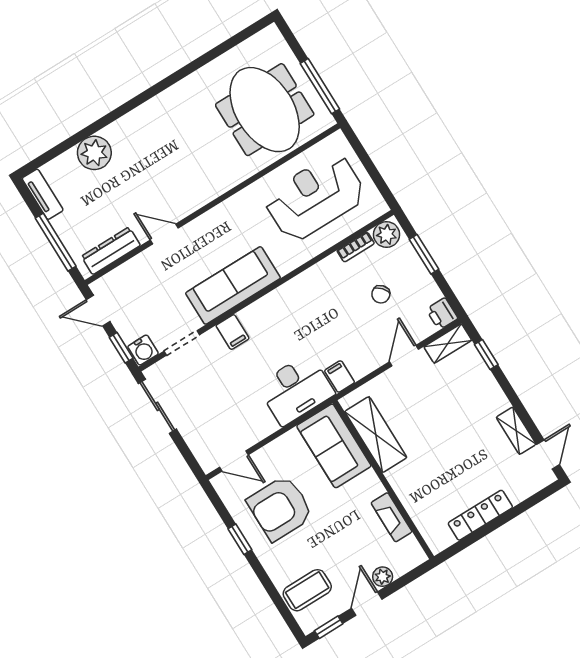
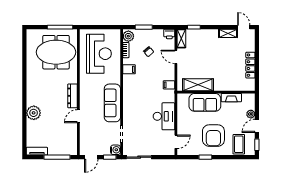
plant: (94, 153) -> (34, 113), moved
reception desk: (315, 197) -> (99, 54), turned 180
dresser: (111, 251) -> (73, 96), moved
filing cabinet: (233, 332) -> (129, 69), moved
desk: (296, 390) -> (164, 116), moved
sofa: (334, 446) -> (205, 102), moved
armchair: (280, 508) -> (213, 136), moved
door: (367, 604) -> (257, 126), hinge flipped

